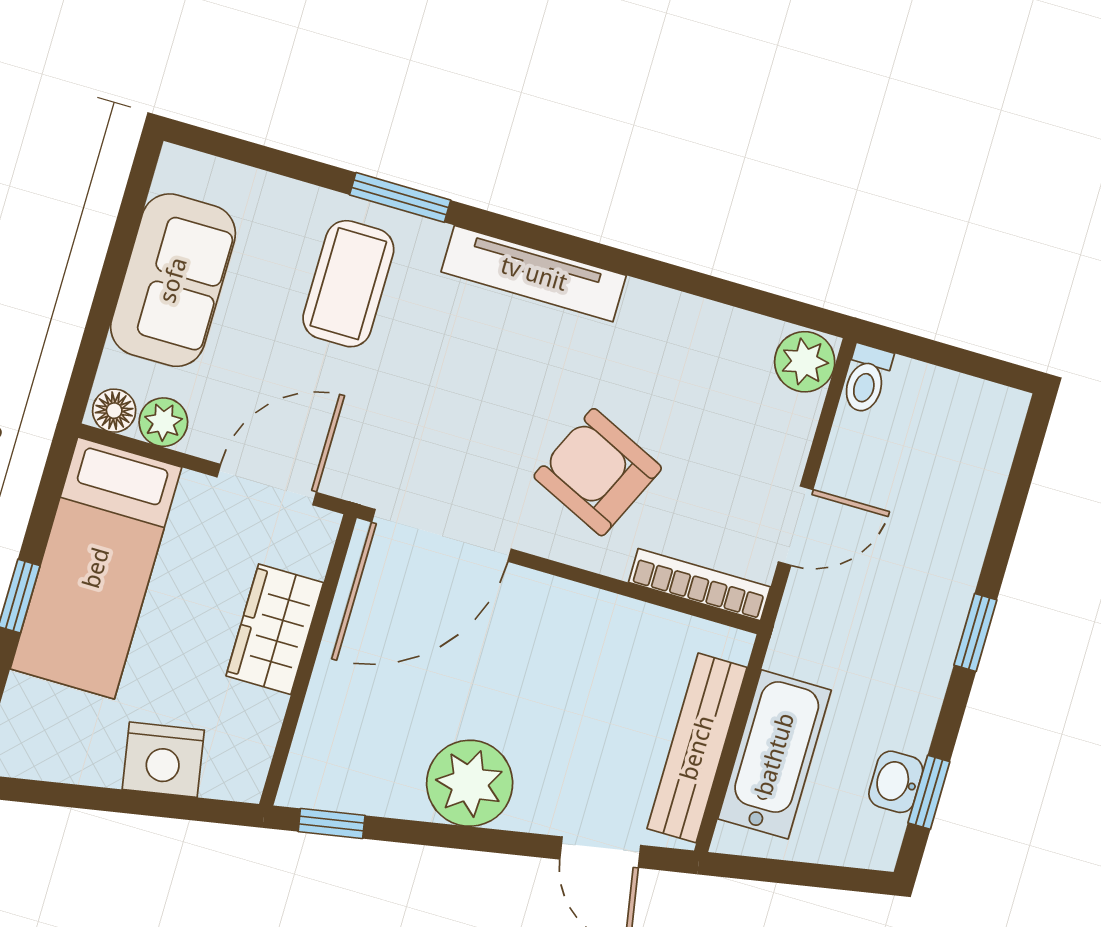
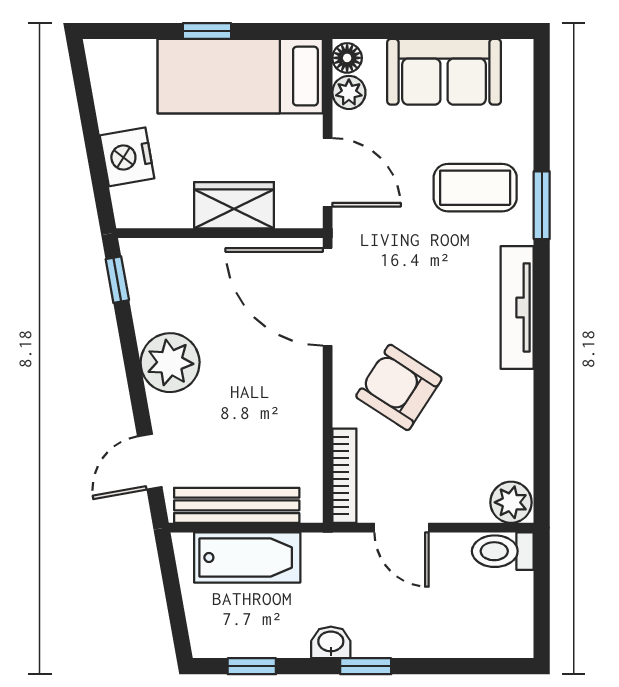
toilet: (866, 379) -> (503, 551), width x1.37, depth x1.39
armchair: (598, 472) -> (399, 387), turned -82
washbasin: (896, 782) -> (331, 642), moved

